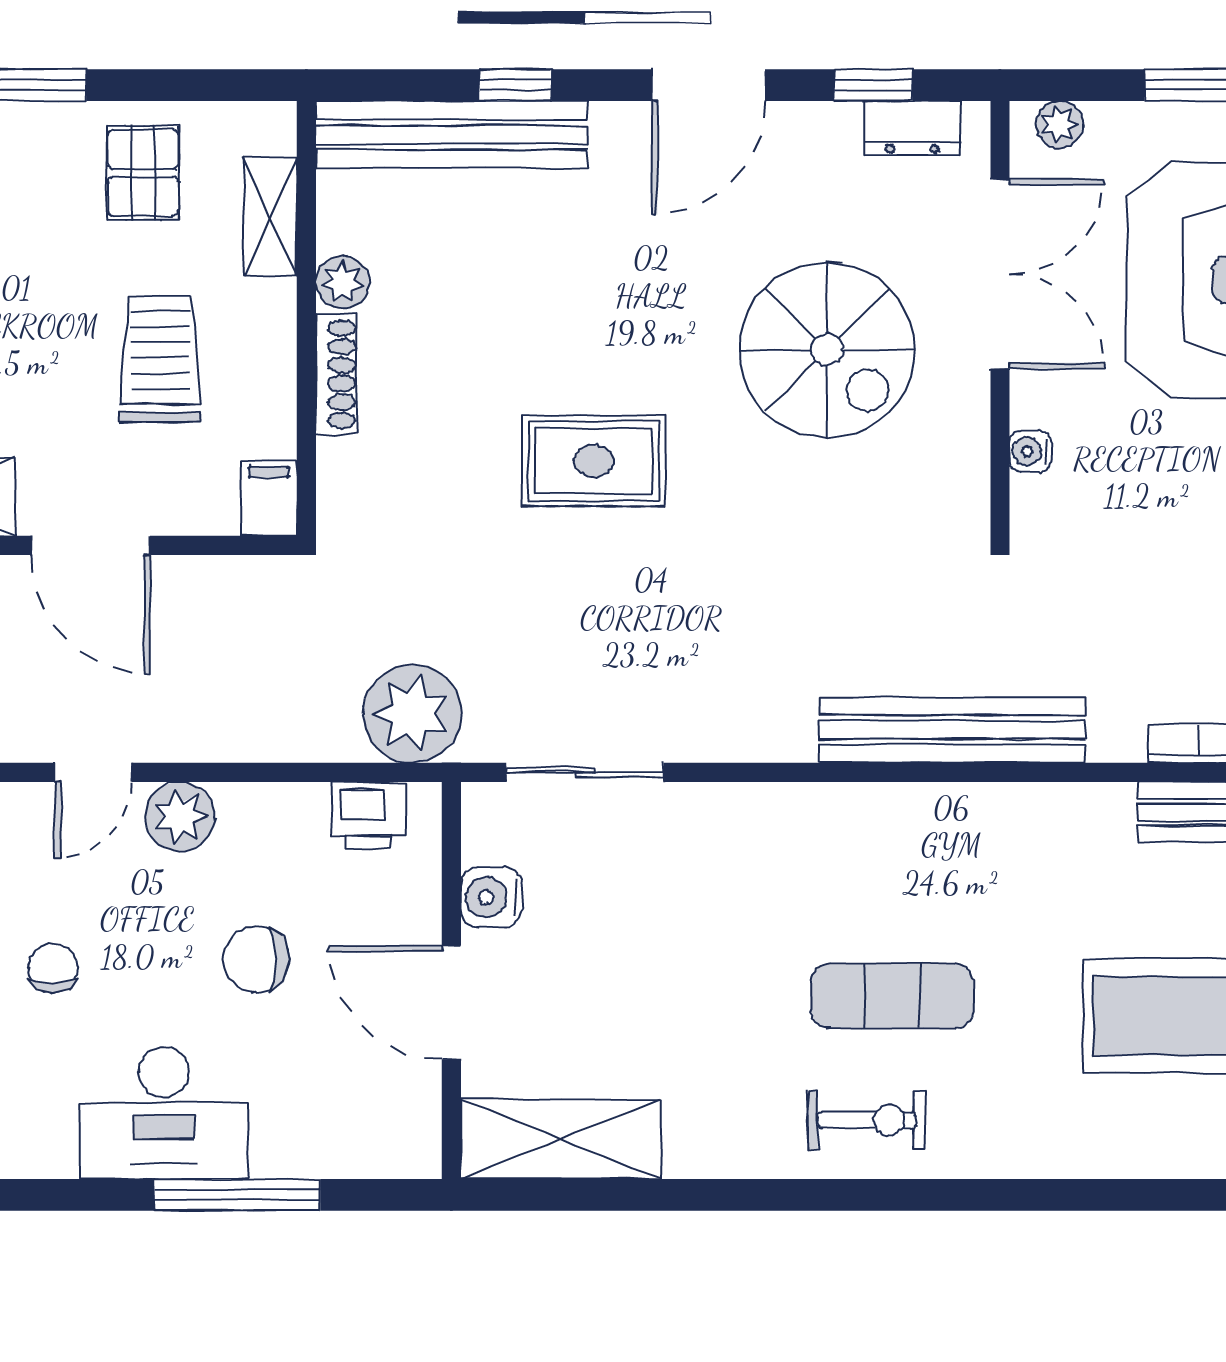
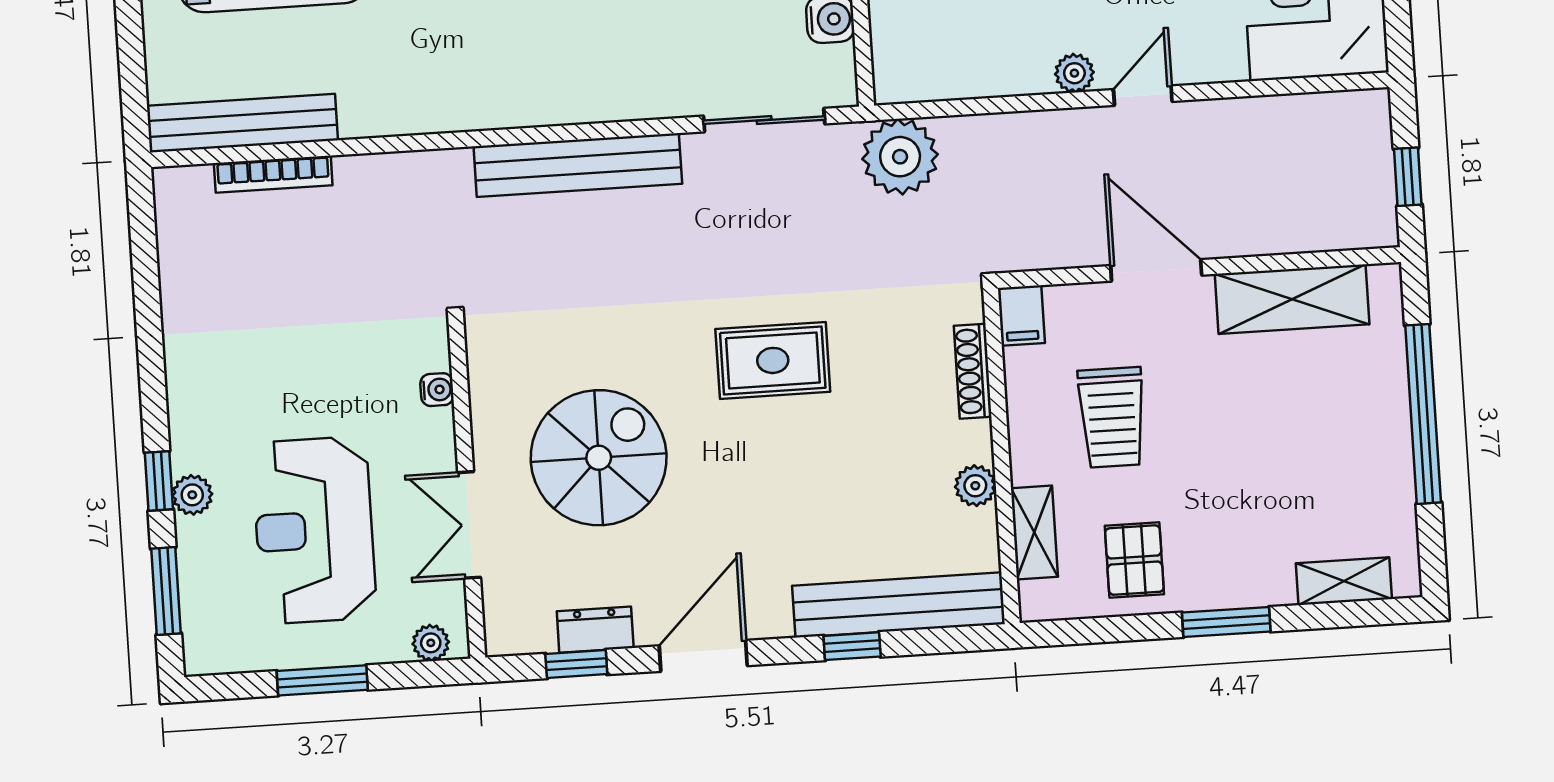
dresser: (912, 128) -> (595, 630), moved
double door: (1000, 274) -> (469, 525), width x0.73
spiral stairs: (827, 350) -> (599, 458), turned 90
shoe rack: (336, 374) -> (973, 371), moved
bench: (952, 730) -> (578, 165), moved
printer: (369, 815) -> (929, 76), removed
plant: (180, 817) -> (1074, 73), width x0.73, depth x0.73

